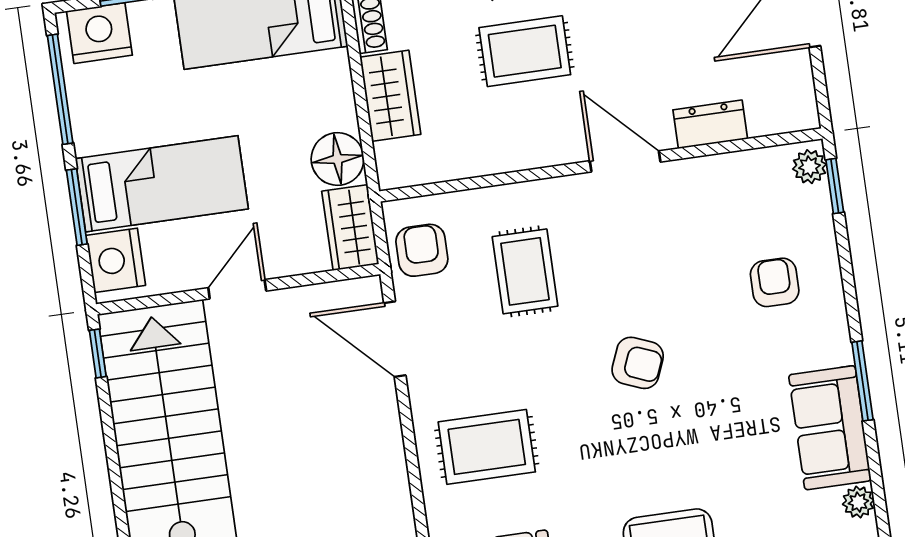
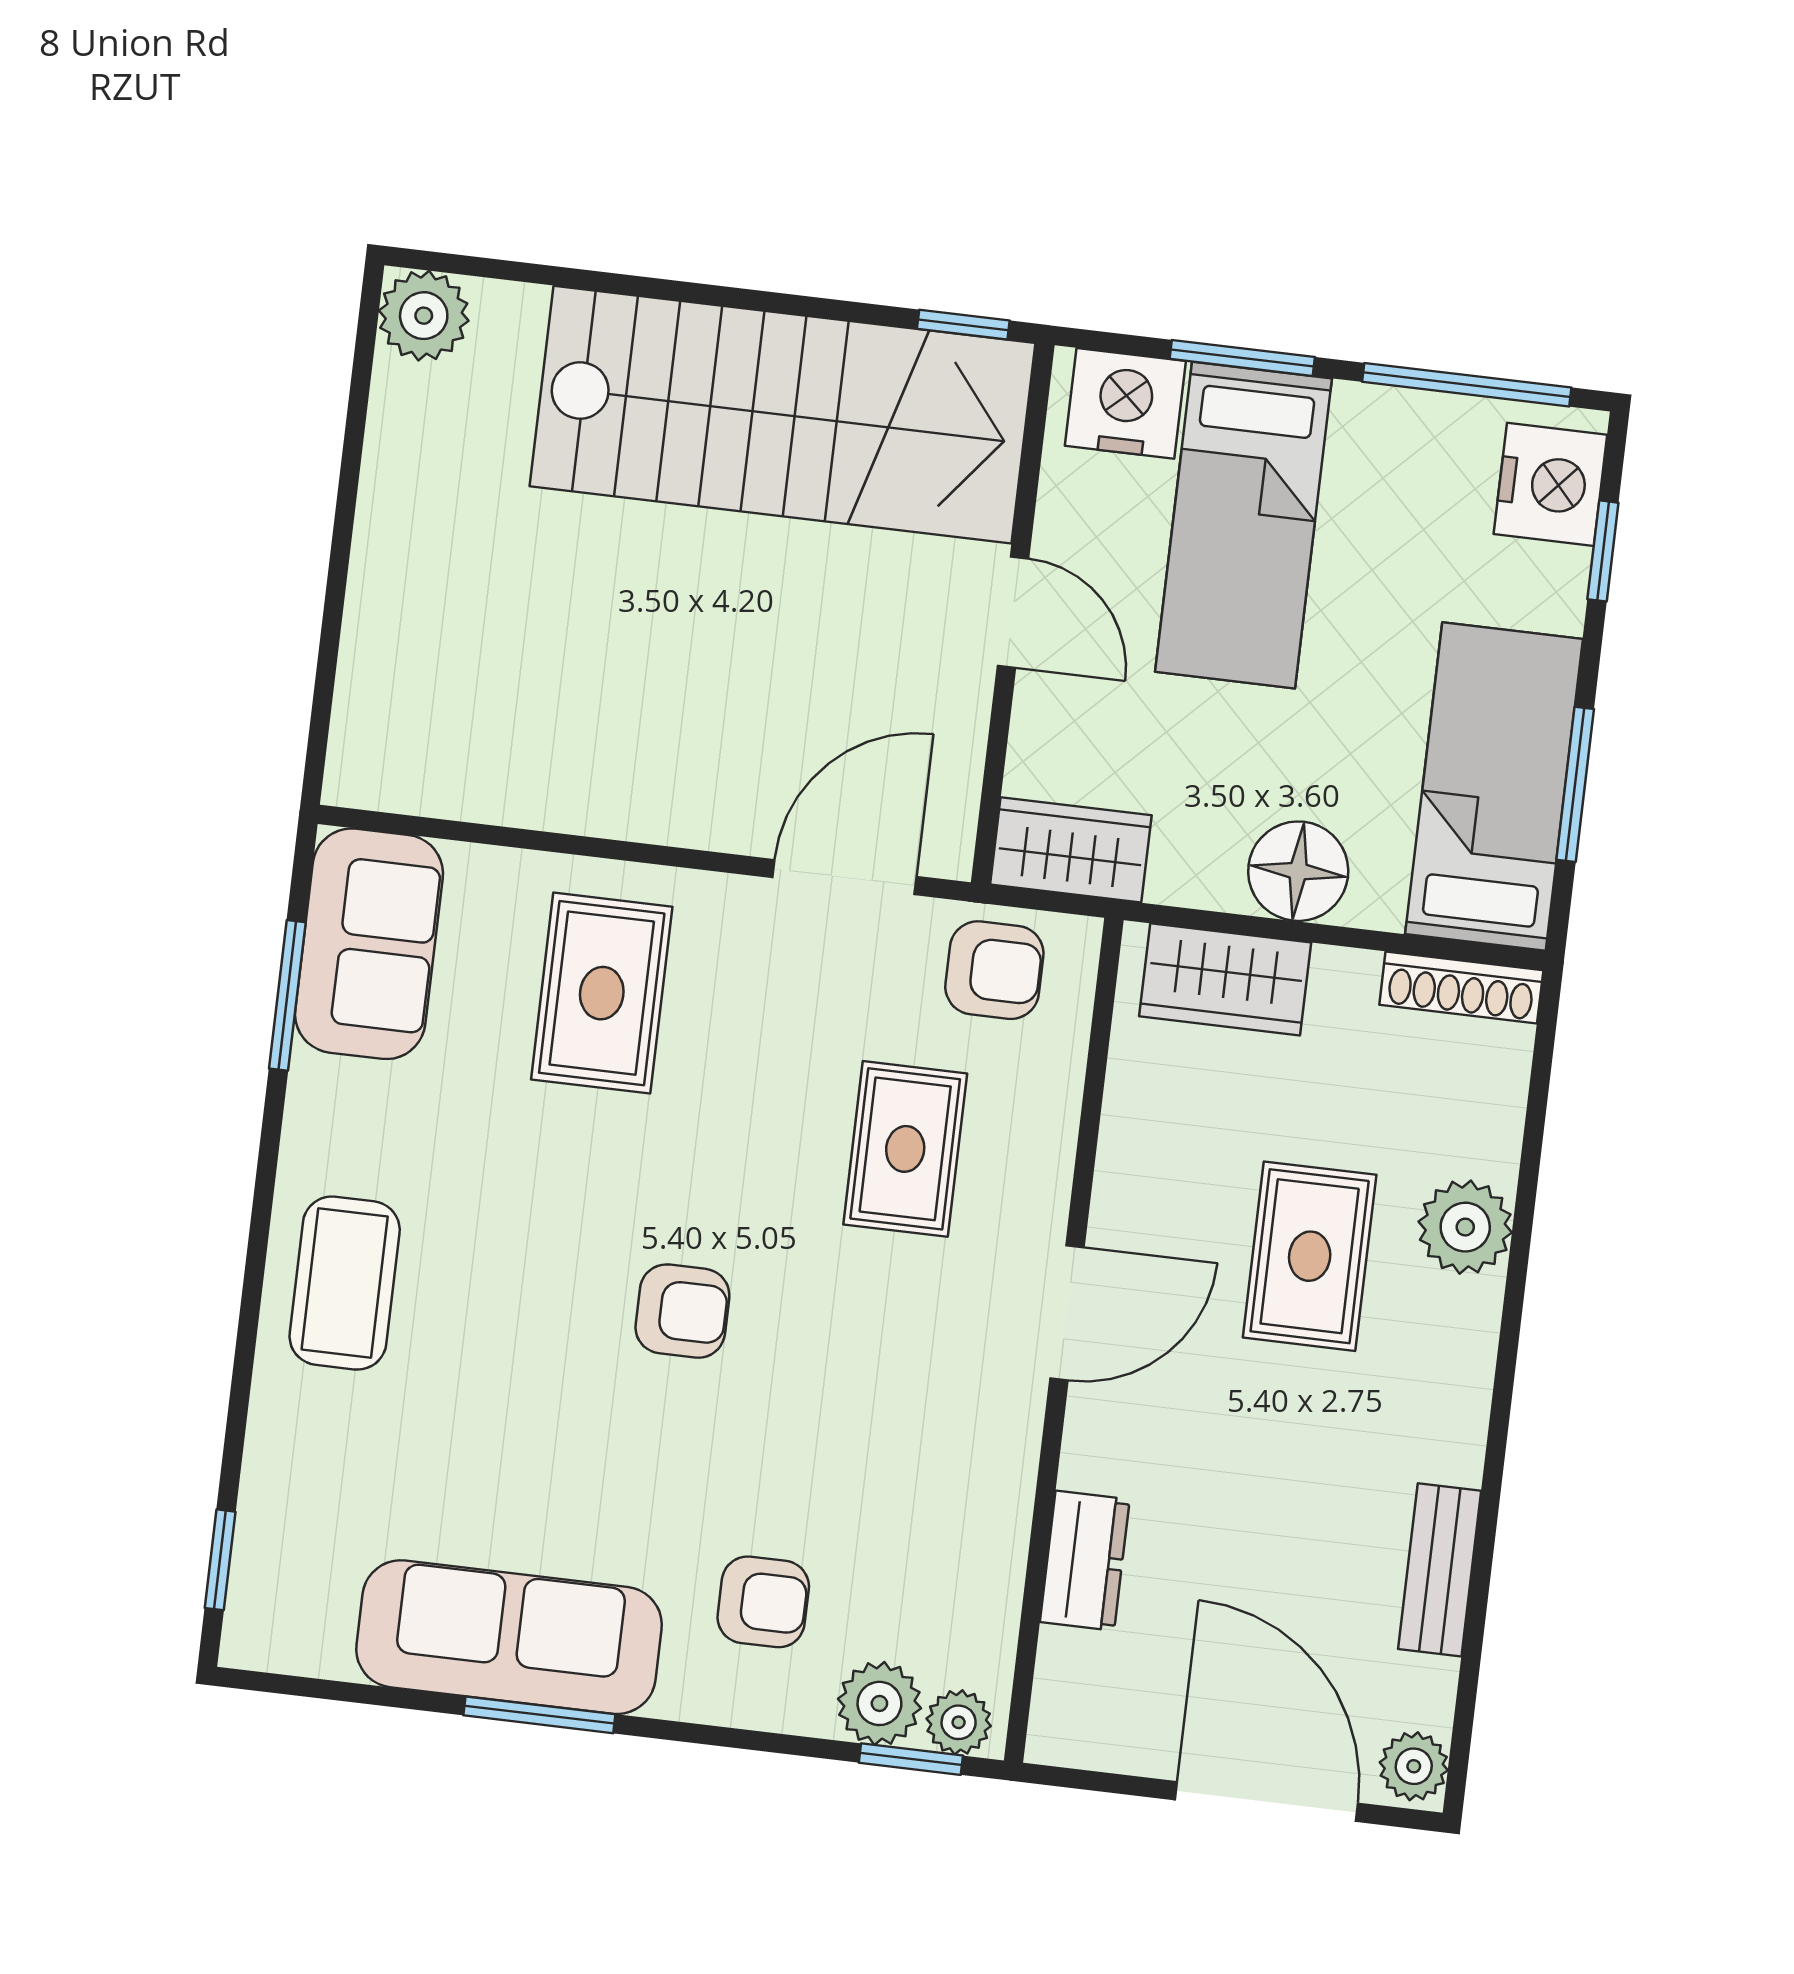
wardrobe: (390, 96) -> (1225, 979), moved
floor lamp: (338, 159) -> (1298, 871), moved
door: (625, 161) -> (1067, 1313), moved
rug: (525, 271) -> (905, 1149), turned 90
armchair: (638, 363) -> (682, 1311), turned -112
sofa: (830, 428) -> (509, 1637), width x1.36
plant: (858, 502) -> (879, 1703), moved, width x1.38, depth x1.38

